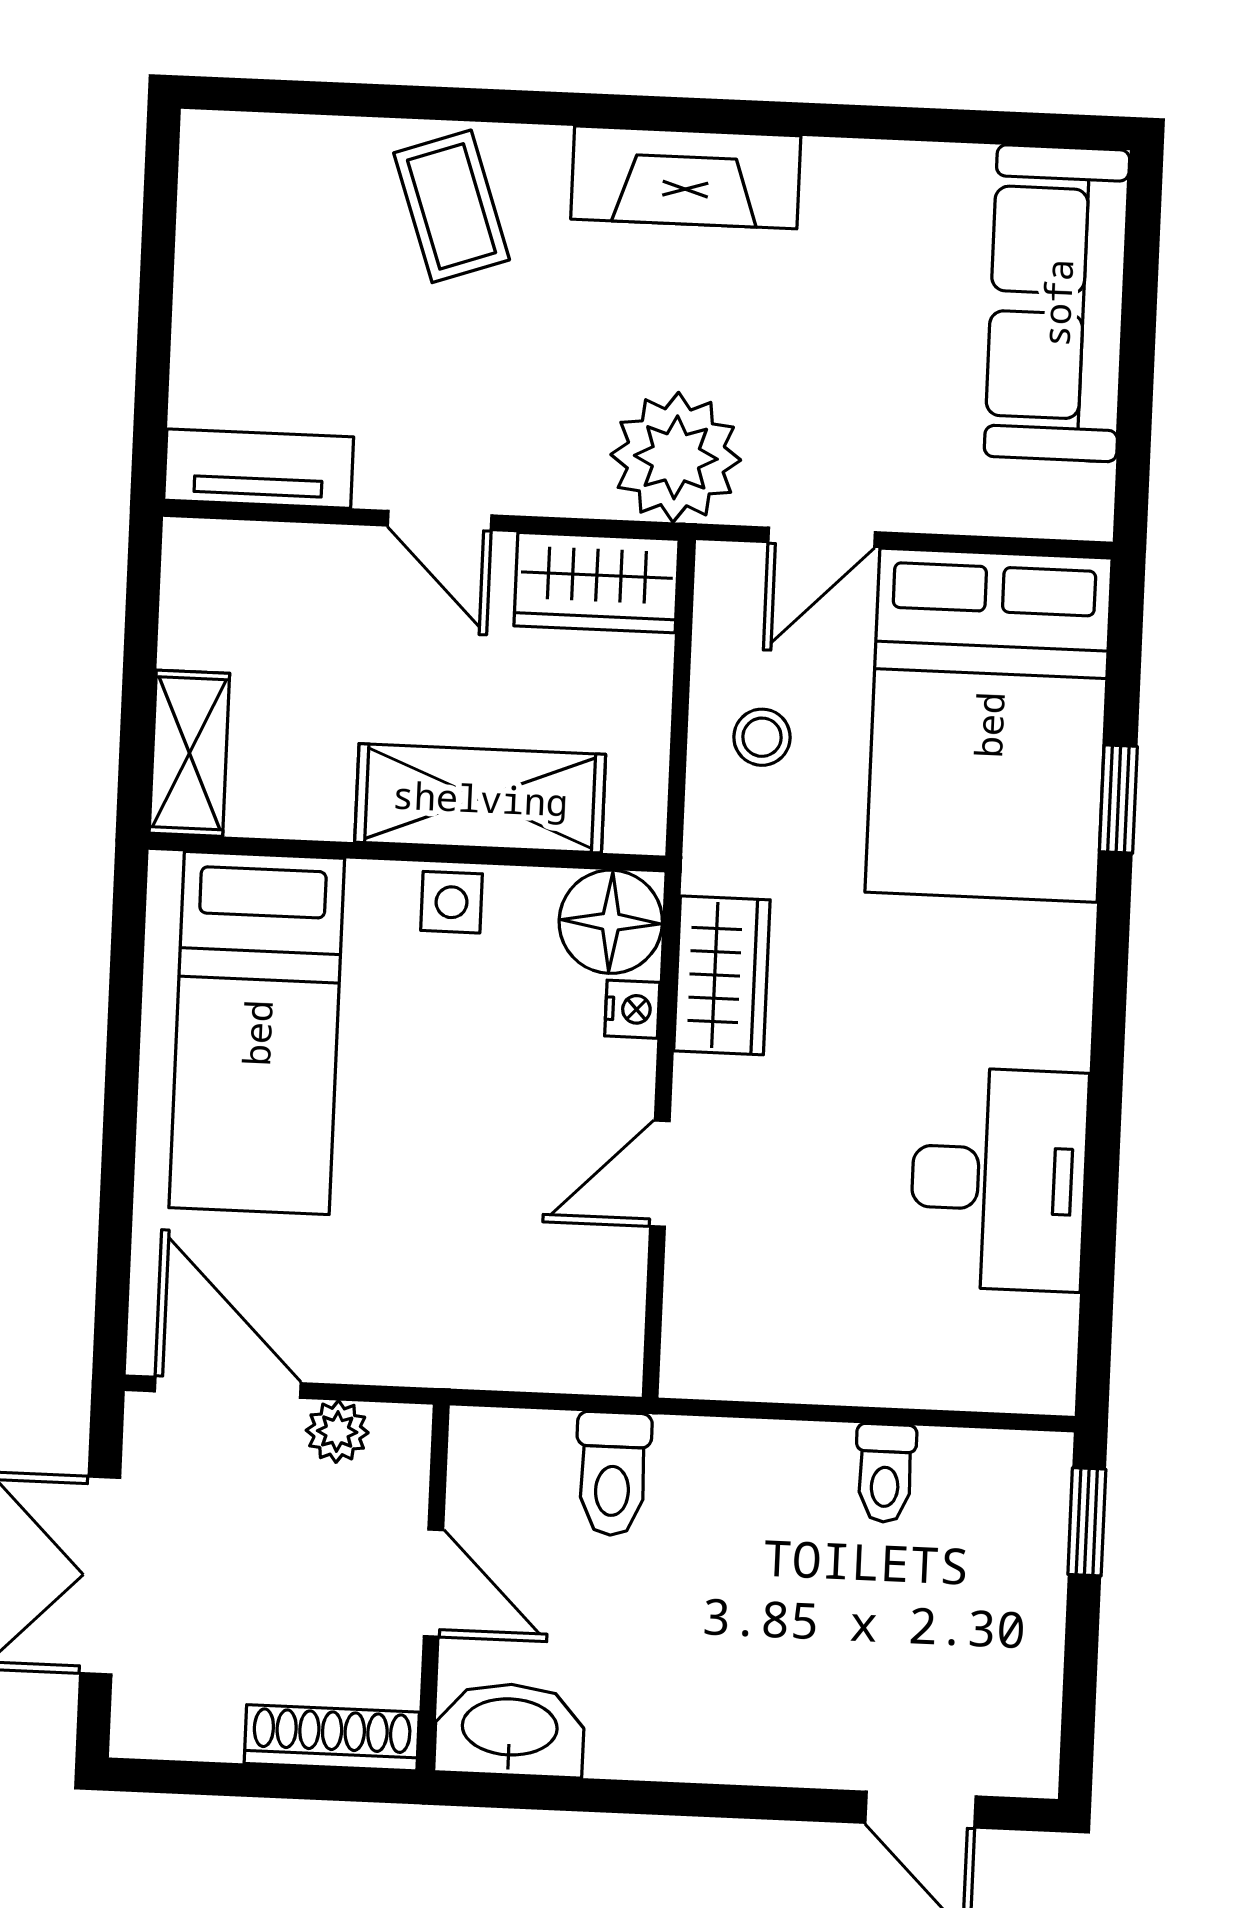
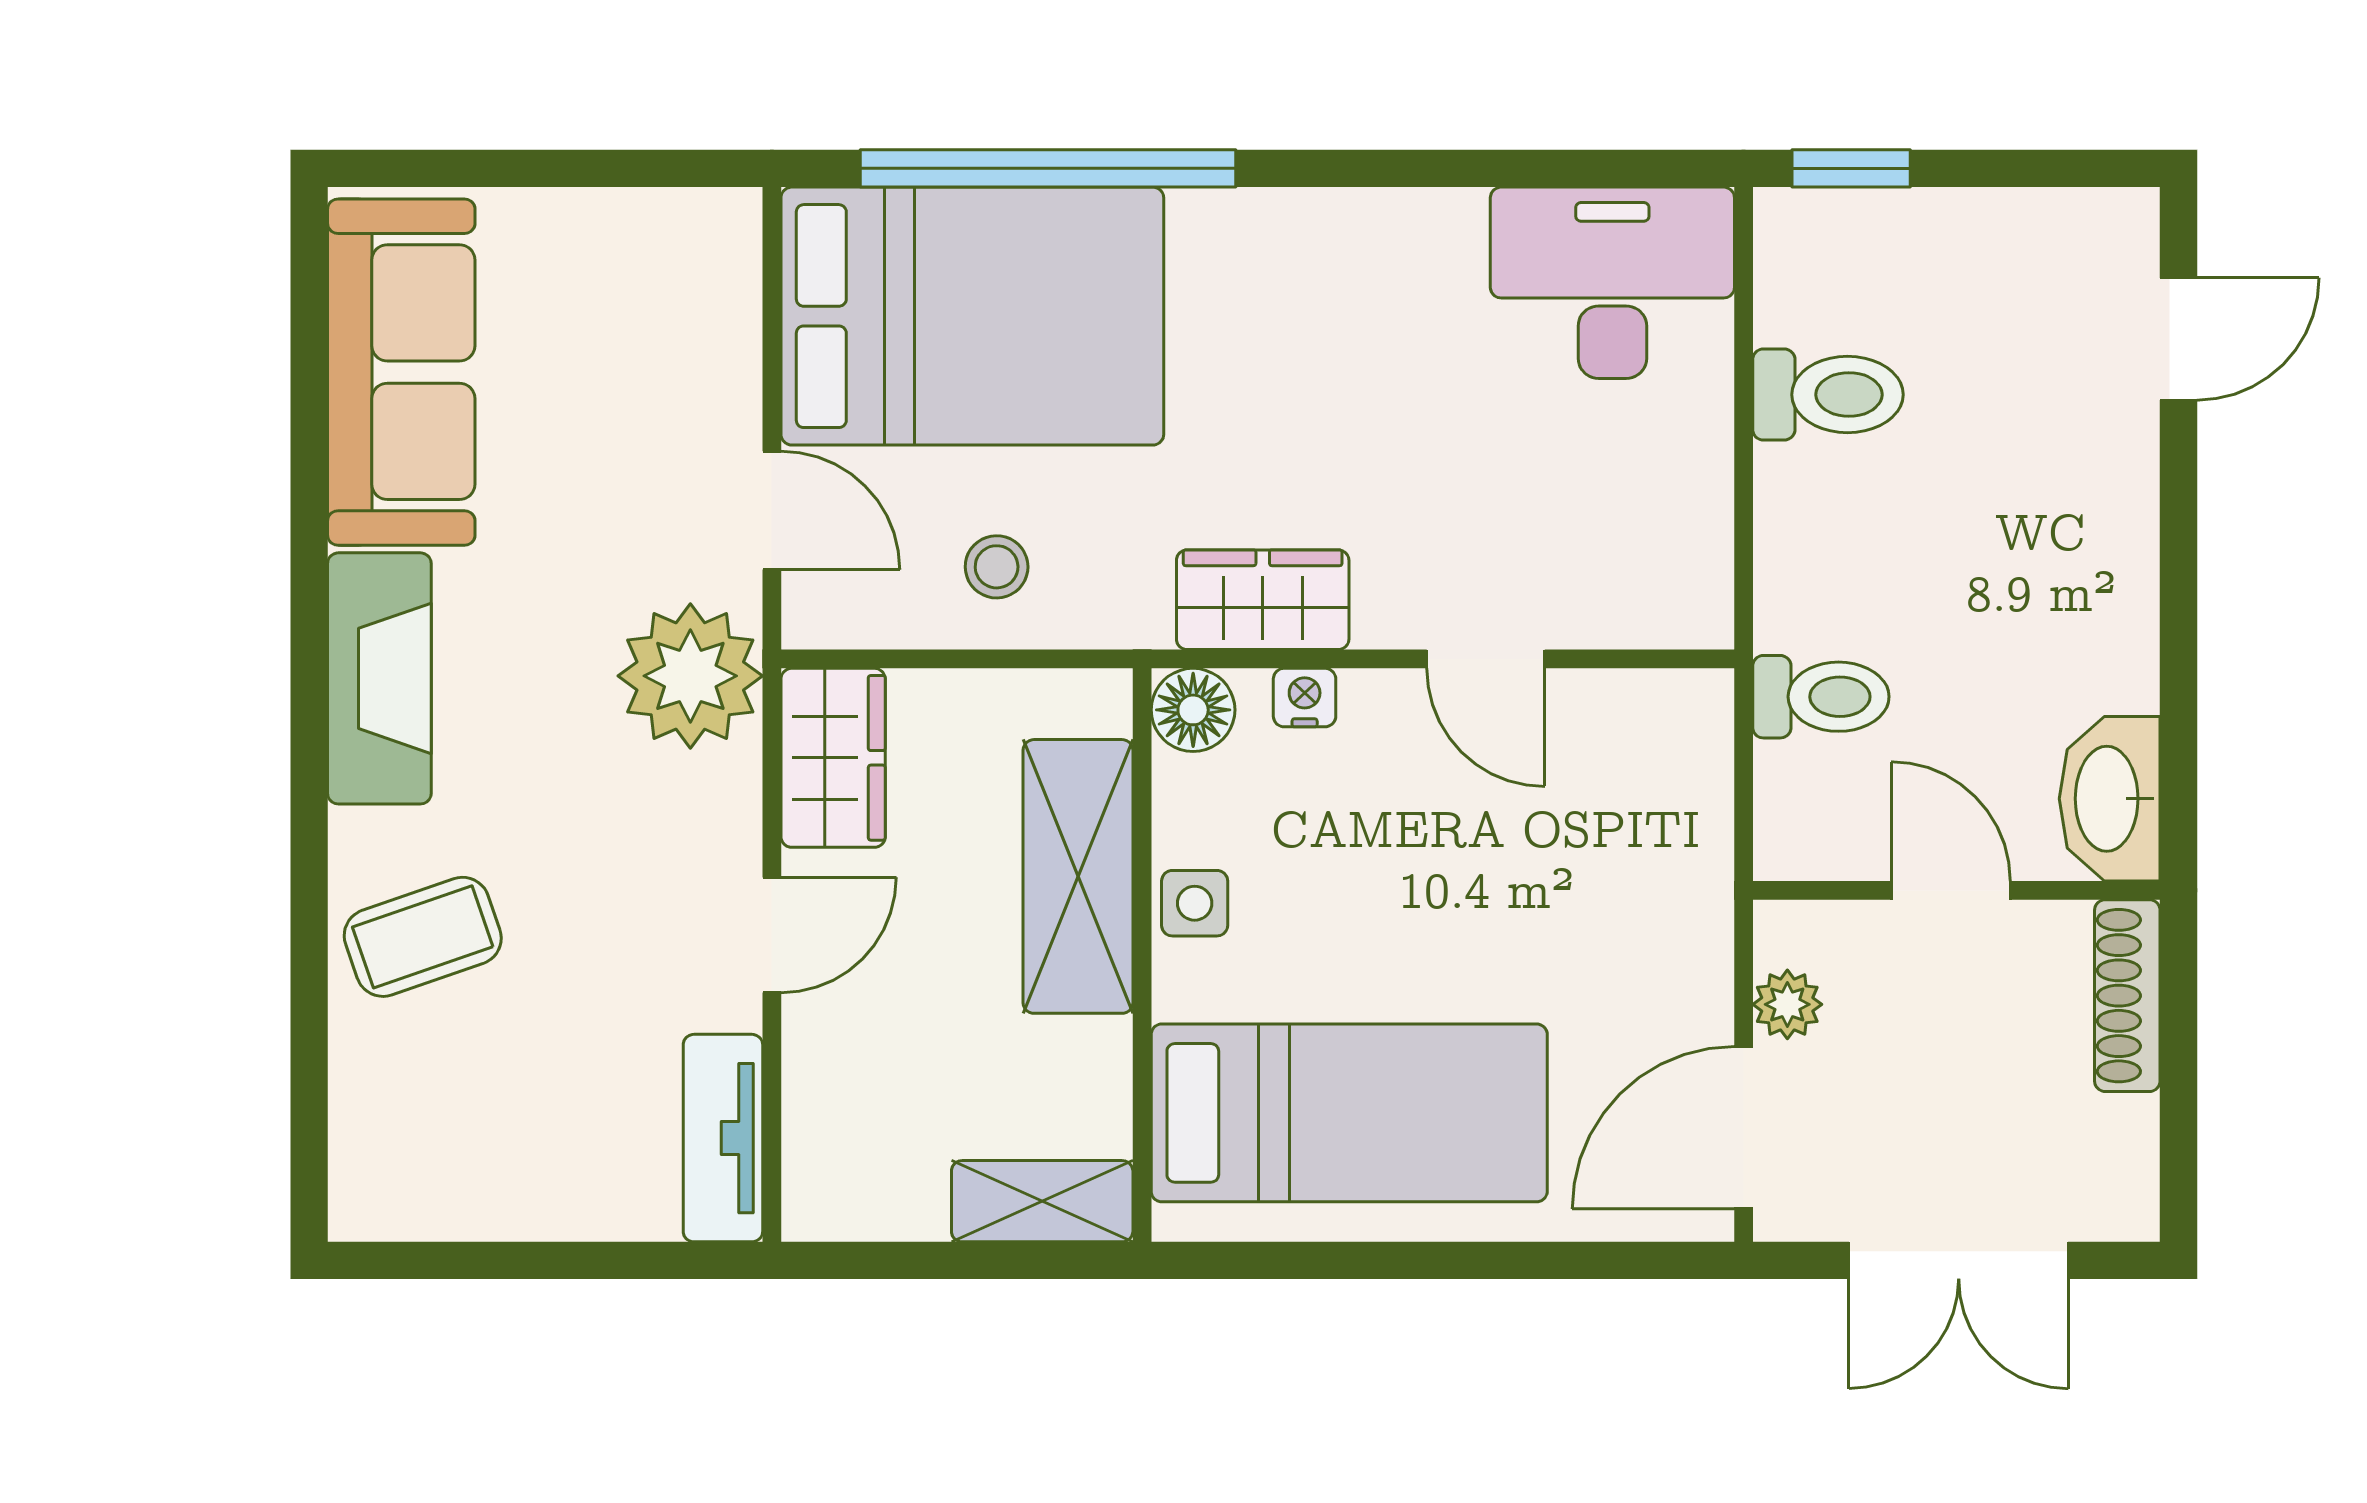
sofa: (1057, 303) -> (401, 372), moved, turned -90
window: (1118, 799) -> (1048, 168), width x3.17
floor lamp: (611, 922) -> (1193, 710), width x0.73, depth x0.73
desk: (999, 1179) -> (1612, 283), moved
toilet: (885, 1473) -> (1828, 395), width x1.37, depth x1.39
door: (433, 1583) -> (1951, 890), hinge flipped

